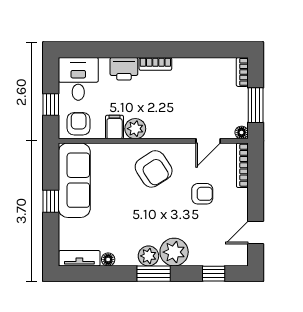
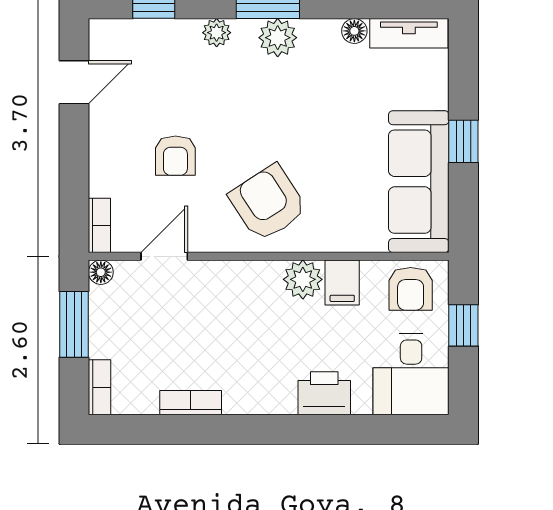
bookcase: (155, 64) -> (191, 403), moved
bookcase: (242, 165) -> (99, 225), width x0.64
armchair: (202, 194) -> (175, 156), turned -90
plant: (174, 252) -> (217, 33), width x0.53, depth x0.53

